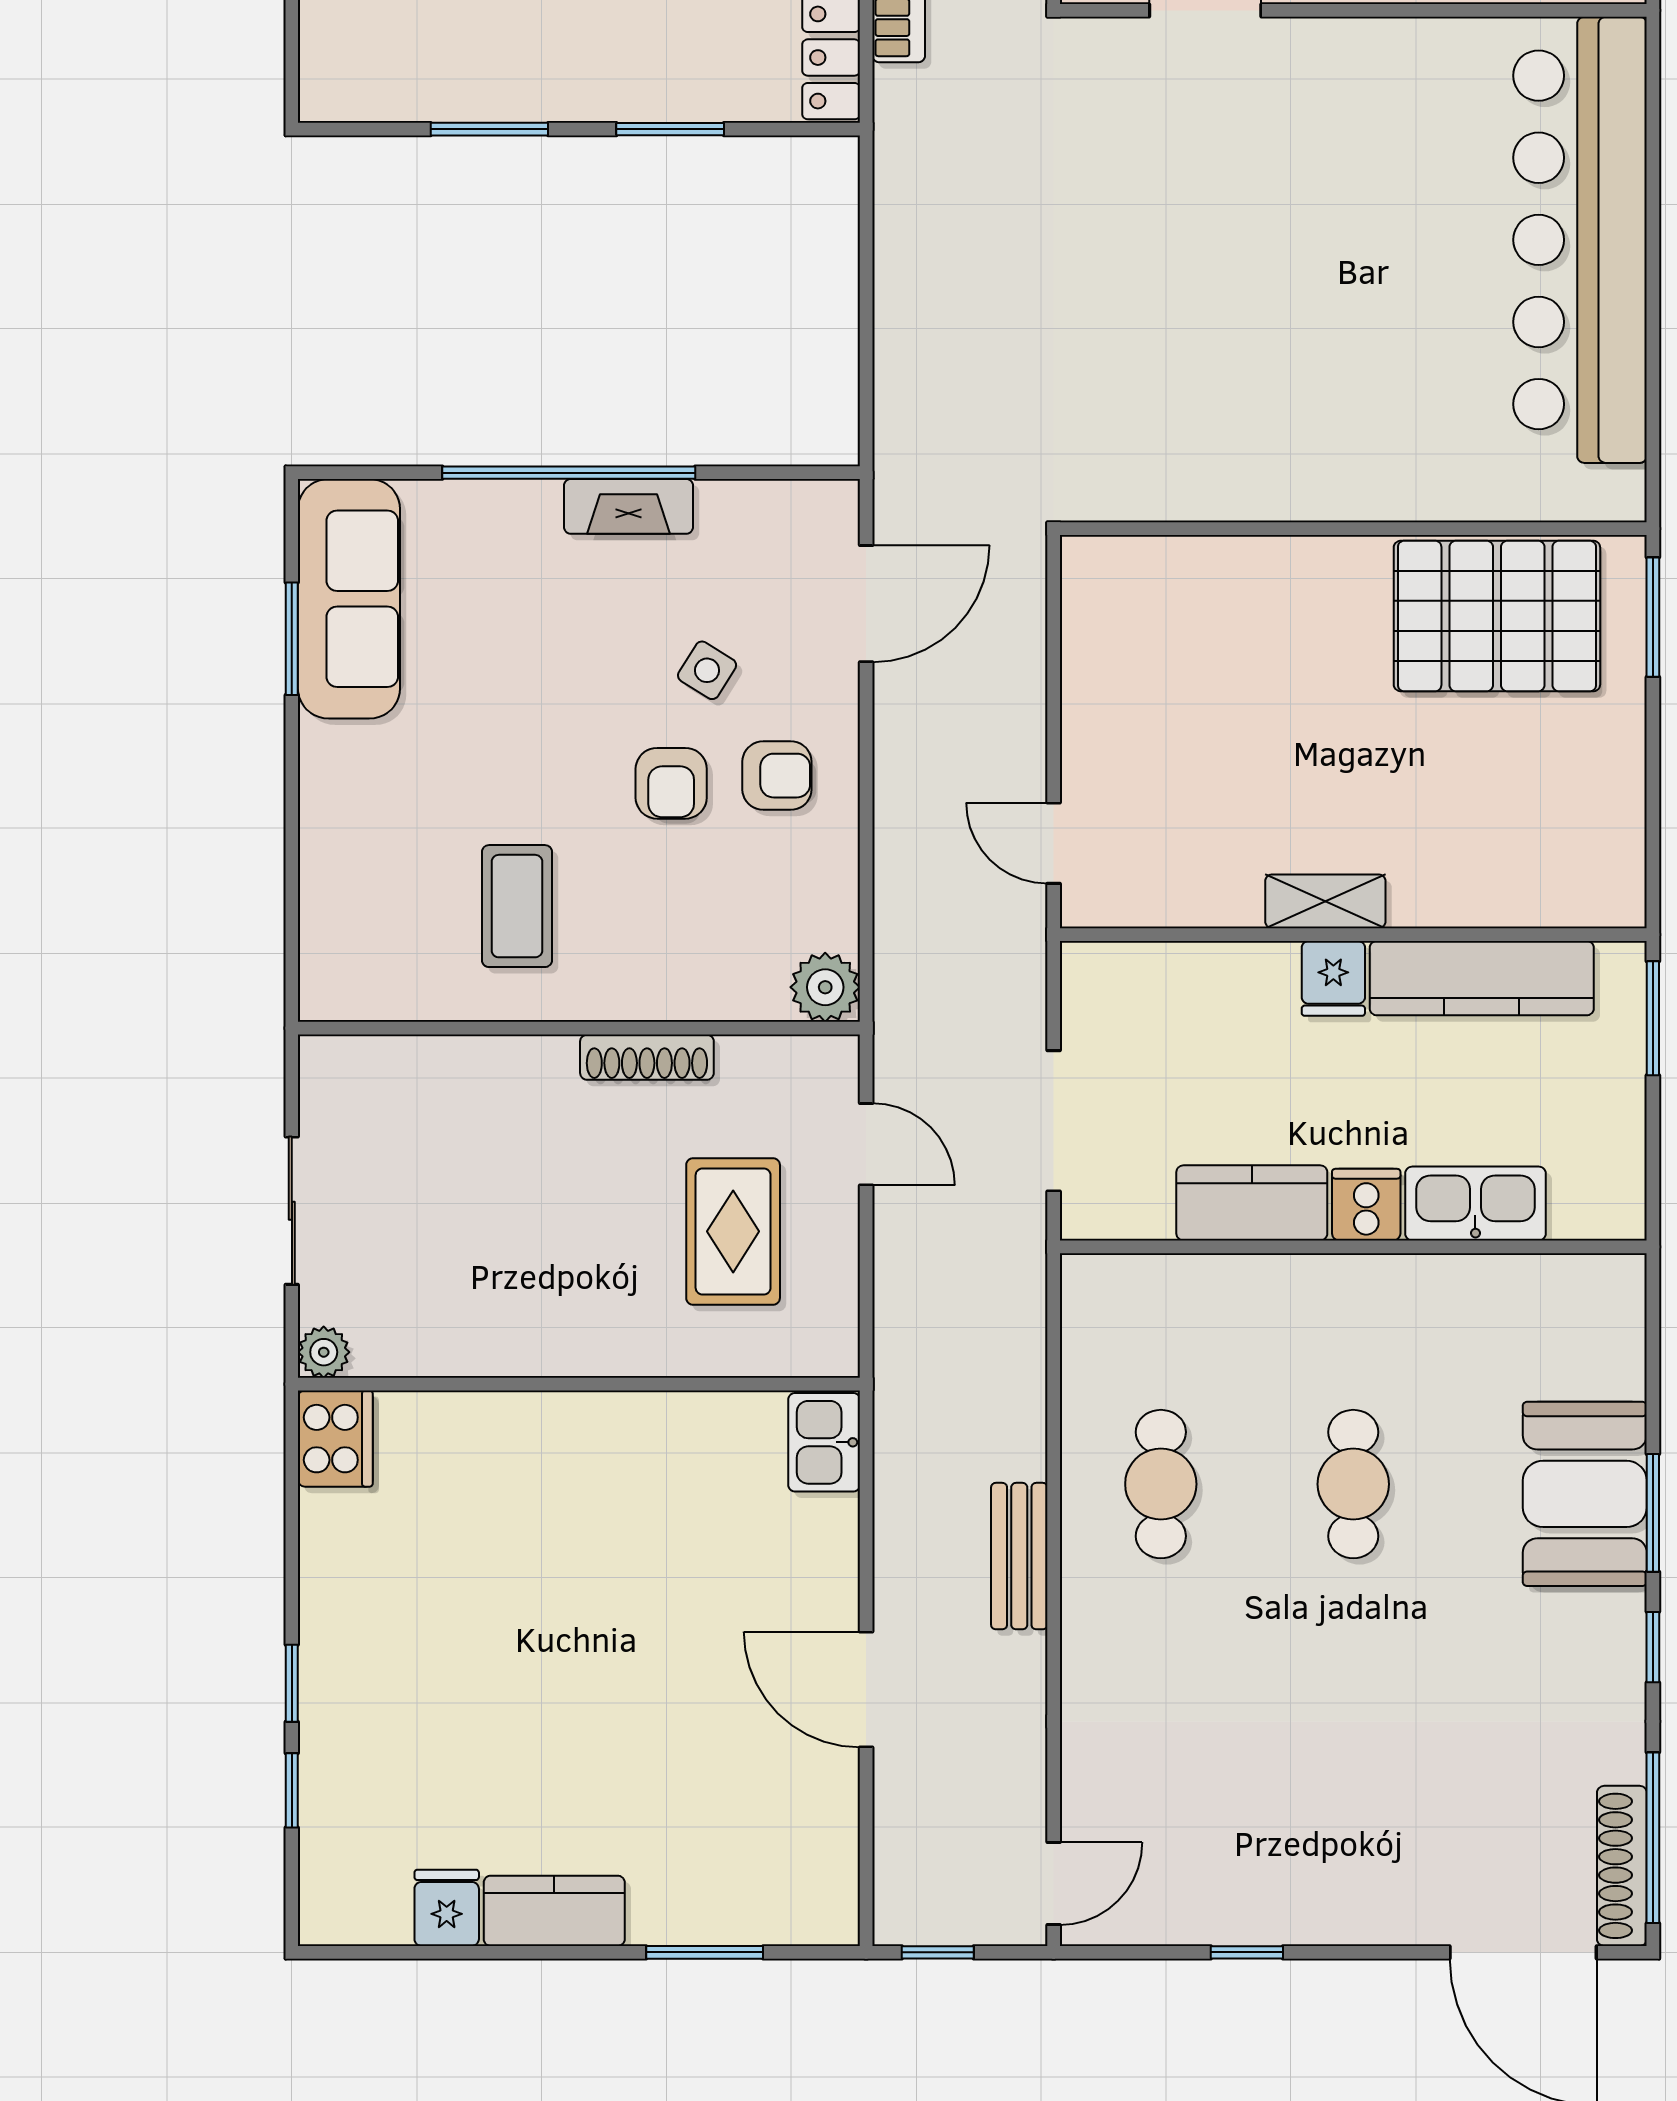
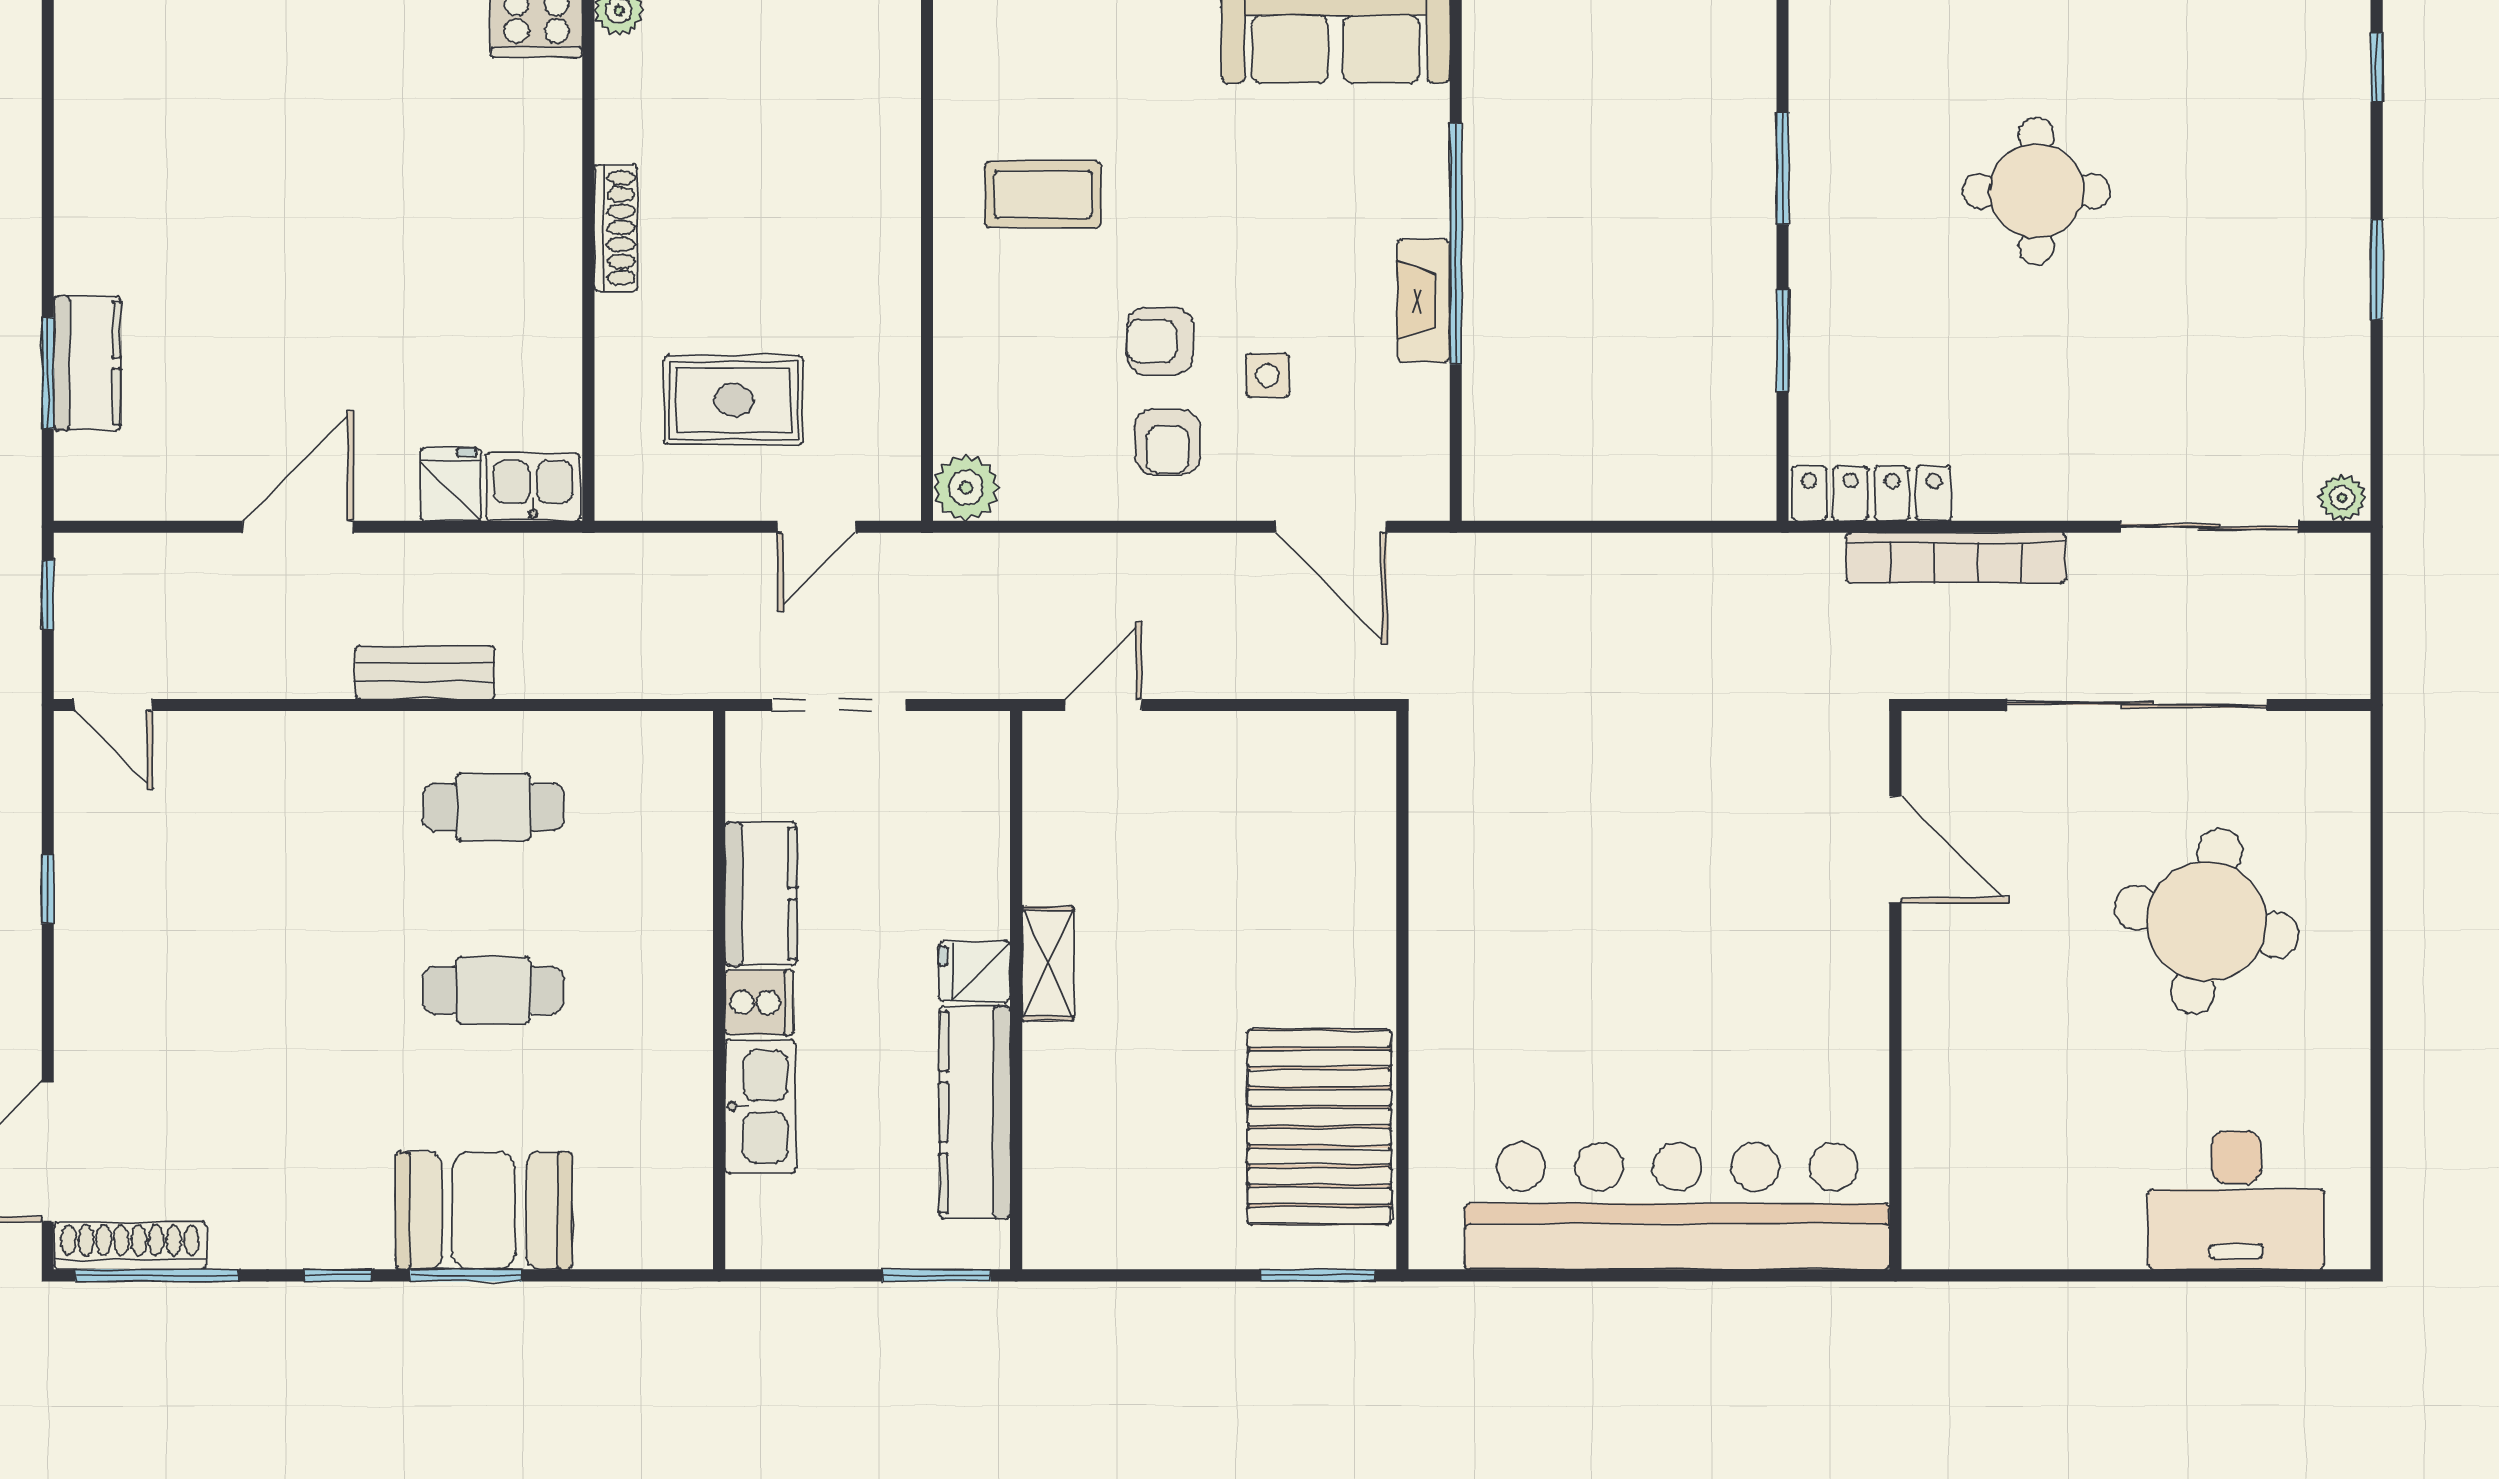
side table: (707, 670) -> (1268, 375), turned -32
shoe rack: (647, 1057) -> (616, 228), moved, turned 180
fridge: (447, 1908) -> (451, 484), moved, turned -90
kitchen counter: (554, 1911) -> (87, 363), moved

